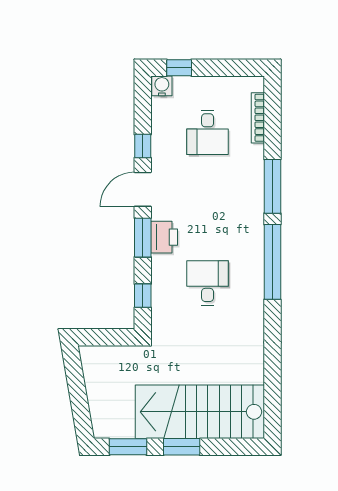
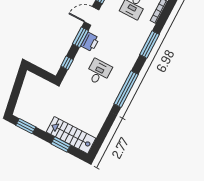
window: (272, 262) -> (126, 89), moved
stairs: (200, 412) -> (71, 135), width x0.73, depth x0.66
window: (182, 447) -> (61, 144), moved

